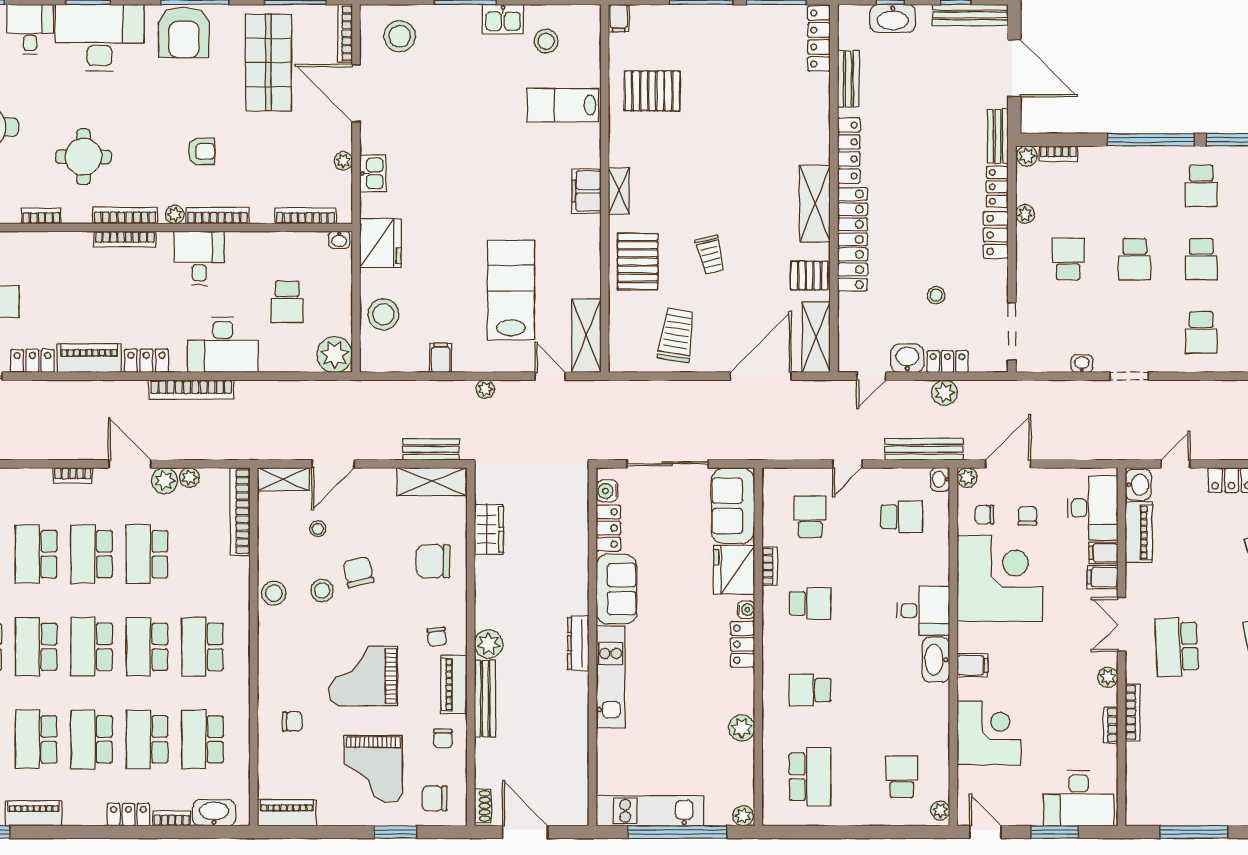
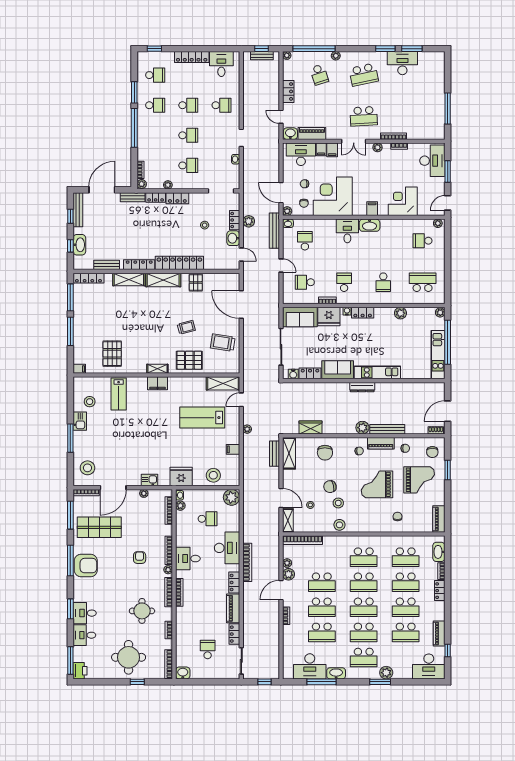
desk: (99, 38) -> (85, 613), width x0.53, depth x0.77
plant: (316, 241) -> (180, 506), added
school desk: (1068, 259) -> (188, 165), turned 180
shelving: (816, 337) -> (129, 279), moved
grand piano: (363, 676) -> (377, 484), turned 90

